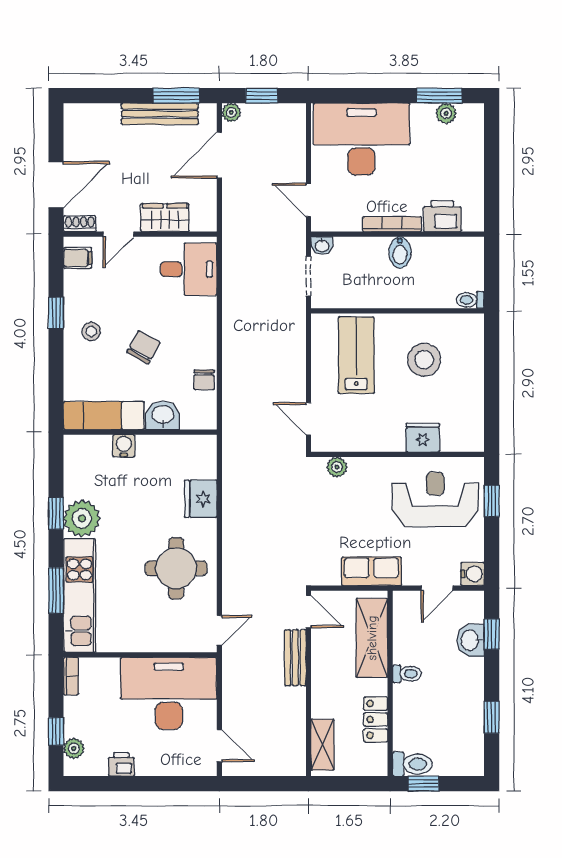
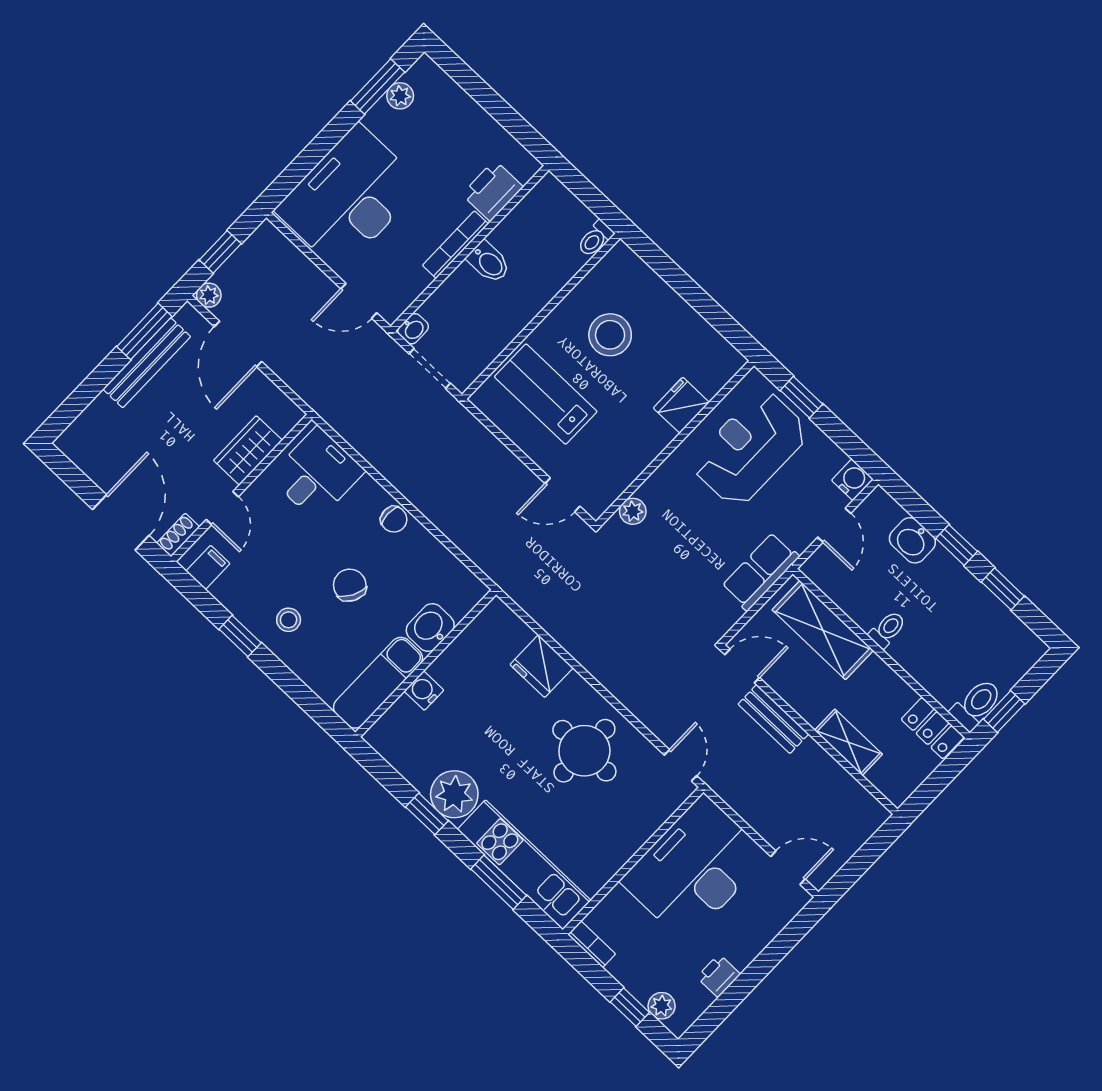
chair: (204, 380) -> (394, 519), moved
window: (492, 634) -> (957, 545), moved
locker: (376, 719) -> (933, 728), moved
shelving: (322, 745) -> (848, 742), moved

